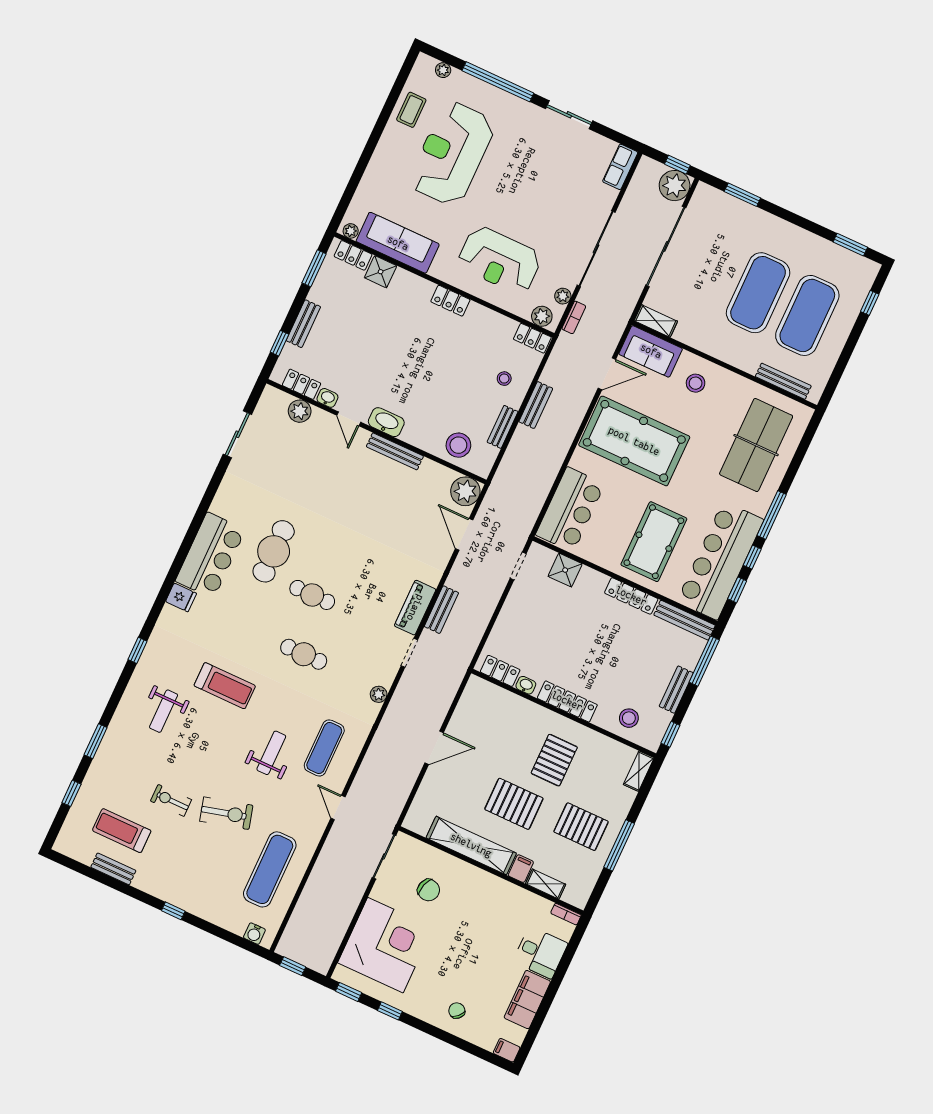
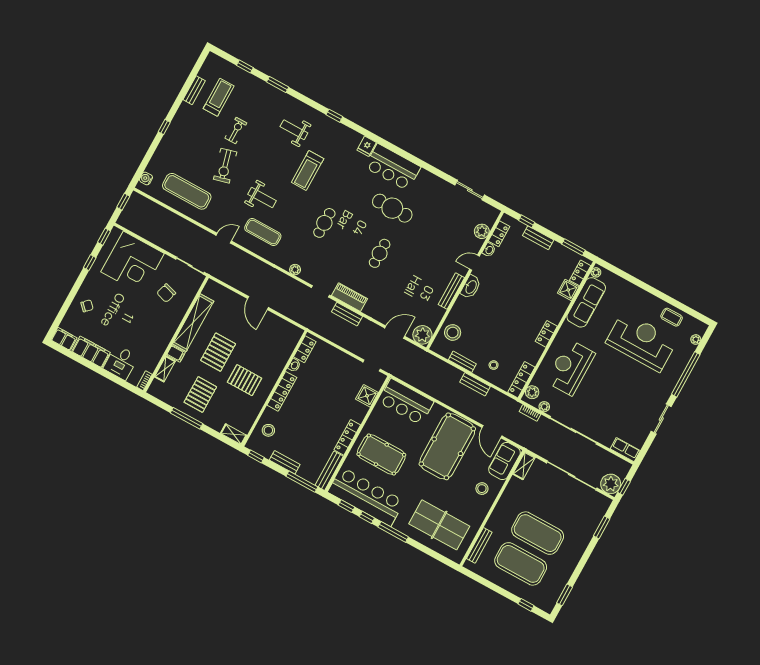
locker: (532, 338) -> (521, 380), width x1.53
cafe table: (312, 595) -> (380, 253), moved
filing cabinet: (507, 1050) -> (64, 339), width x2.00

